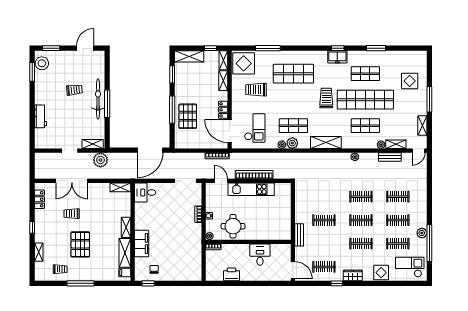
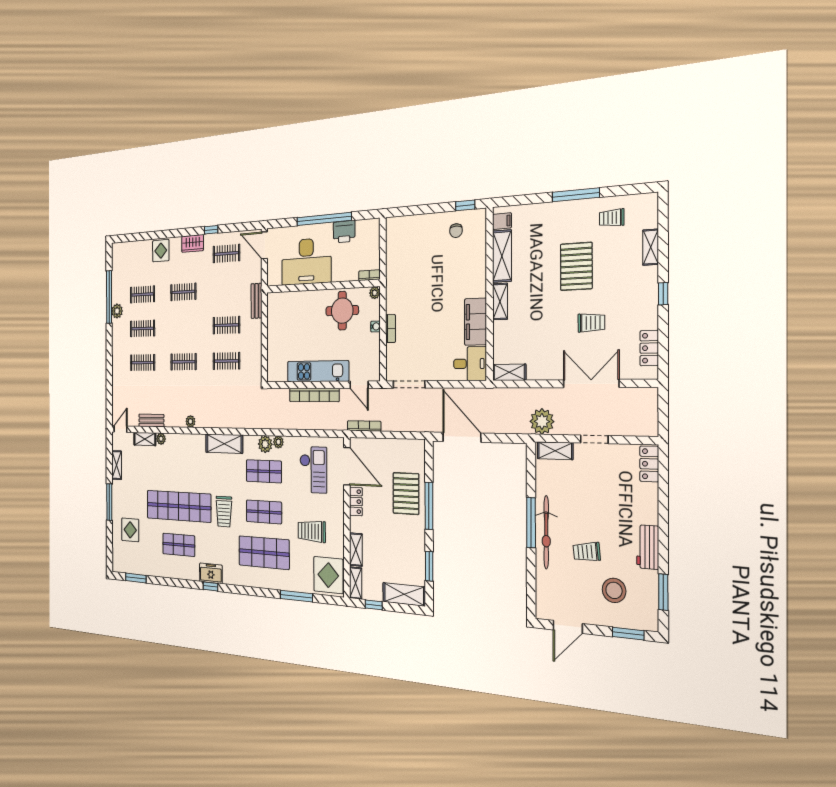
window: (376, 48) -> (136, 578), moved
stool: (42, 63) -> (614, 590), moved
trolley: (256, 90) -> (312, 531), turned 180
workbench: (40, 116) -> (648, 547), moved
shop shelf: (365, 126) -> (264, 512), moved
checkout: (255, 128) -> (313, 470), turned 180
locker: (40, 138) -> (649, 464), added
door: (150, 150) -> (462, 437), hinge flipped
clothes rail: (361, 220) -> (226, 361), moved
filing cabinet: (142, 244) -> (476, 322), moved
desk: (260, 255) -> (306, 262), width x1.87, depth x1.30
checkout: (410, 267) -> (130, 261), removed
window: (246, 283) -> (324, 219), added

